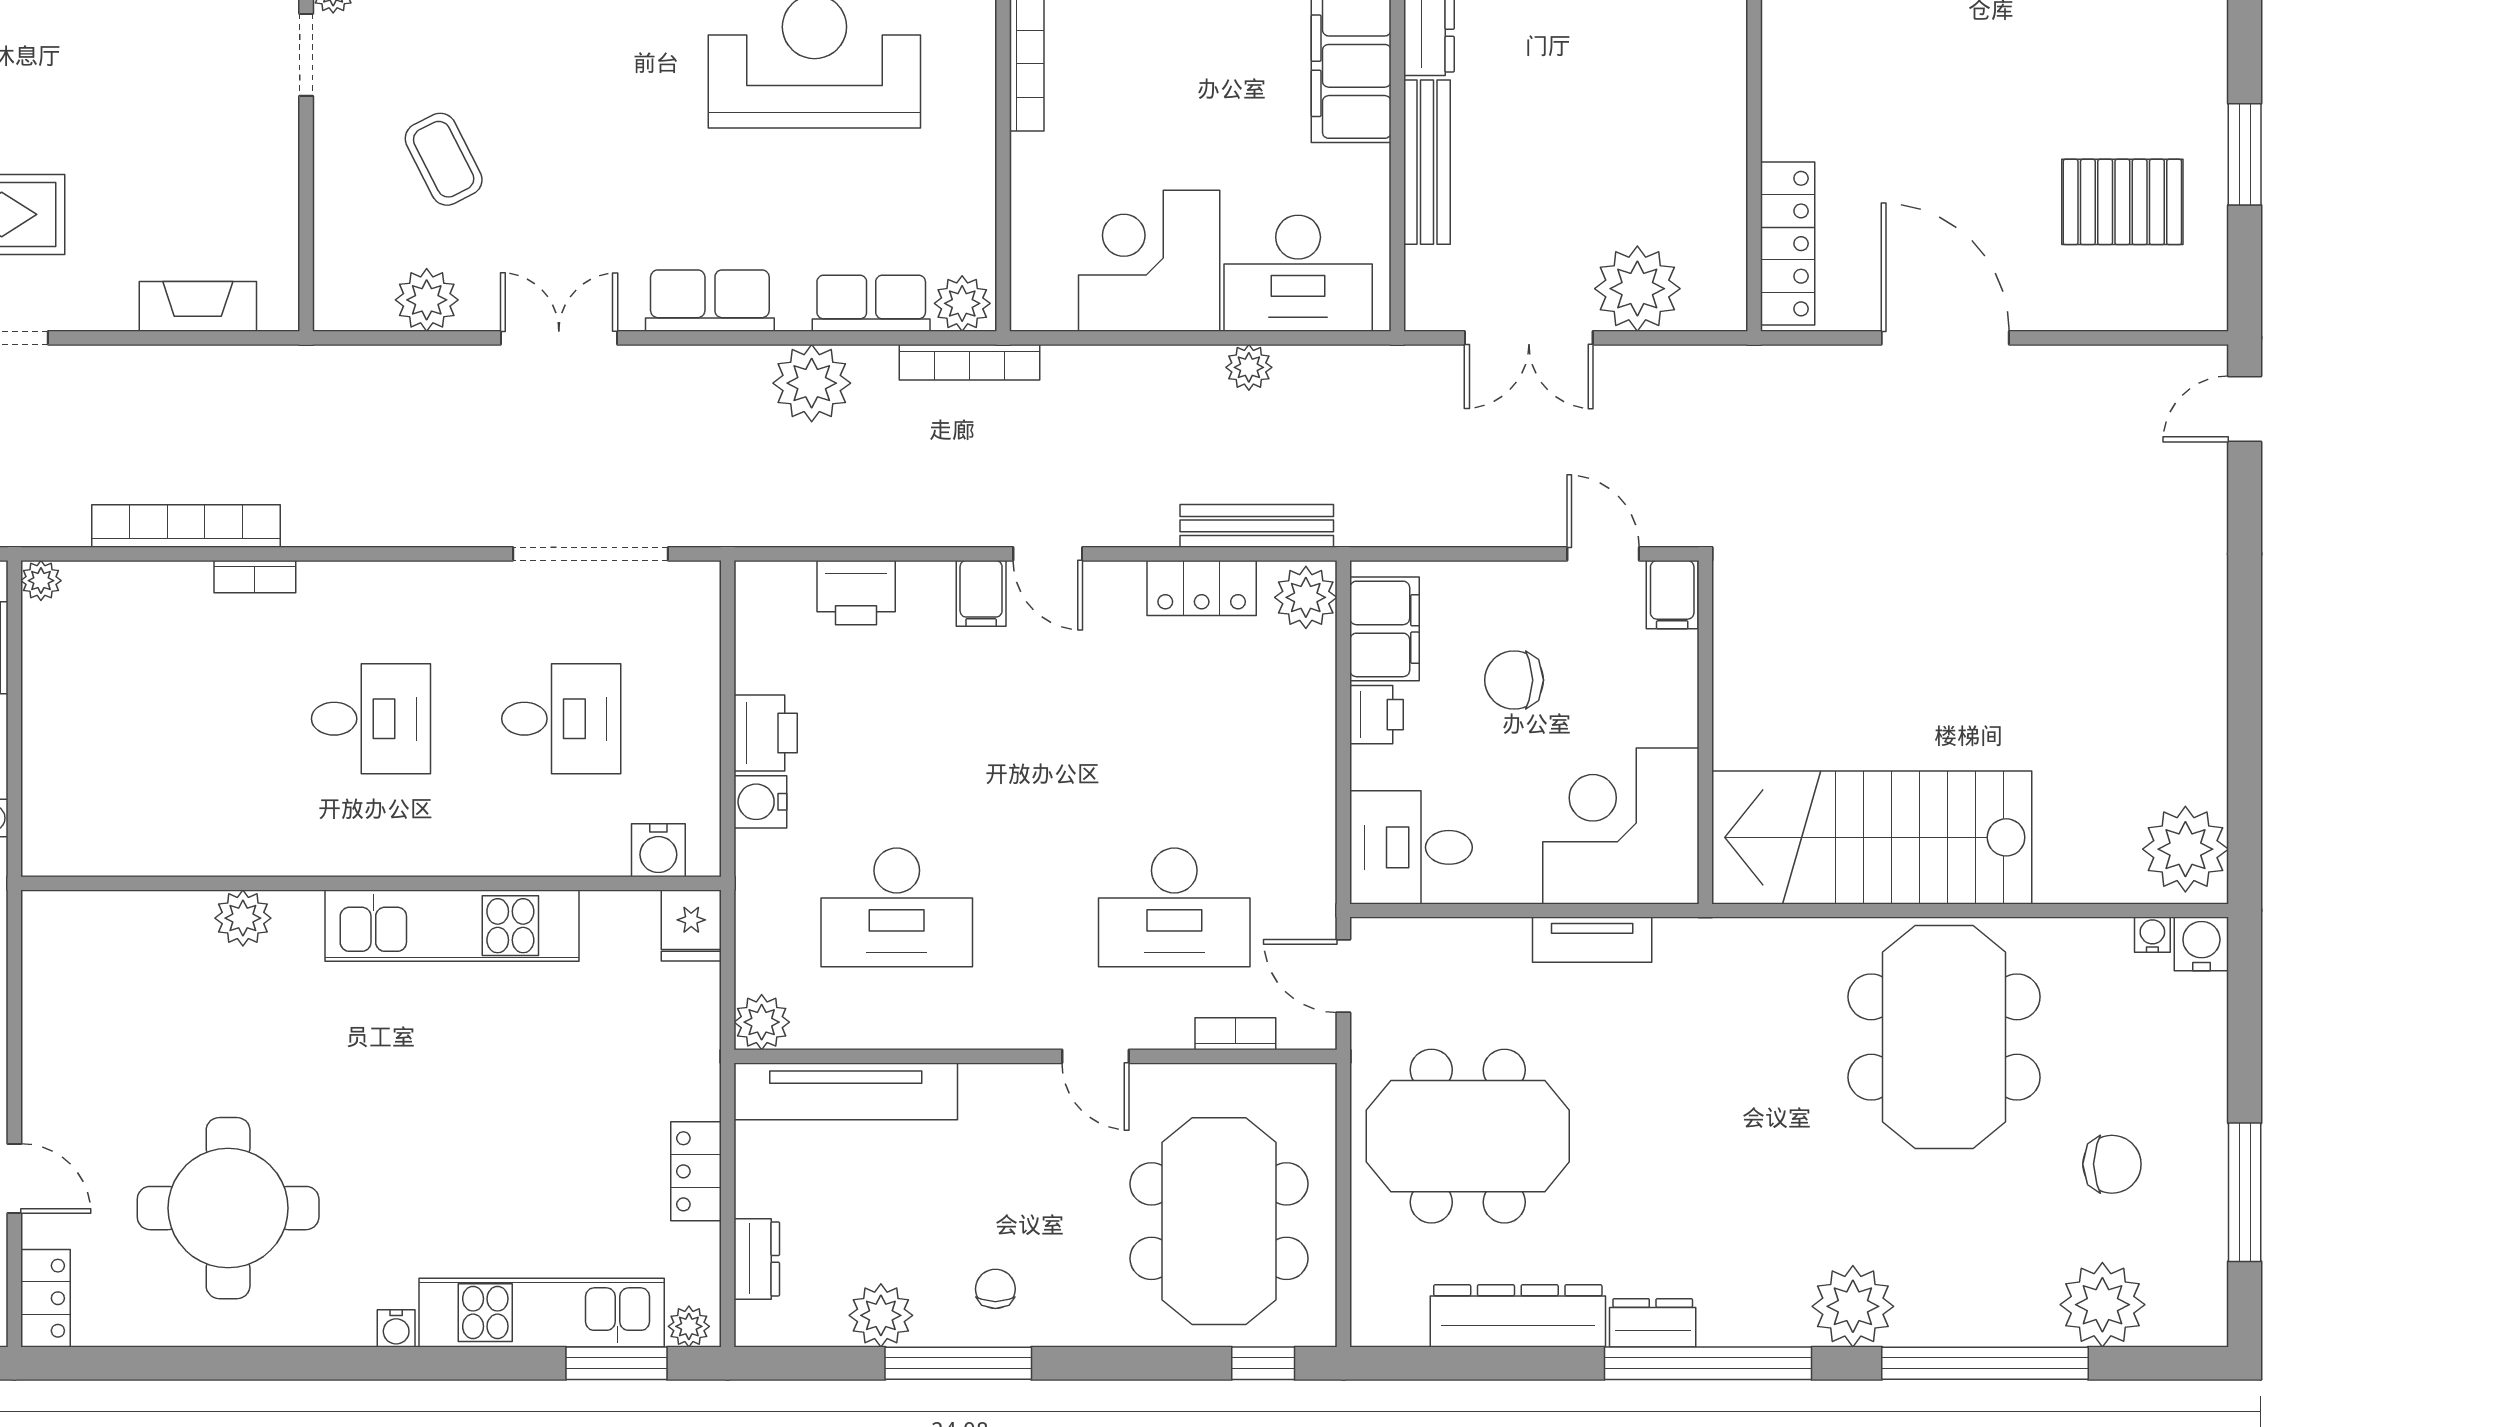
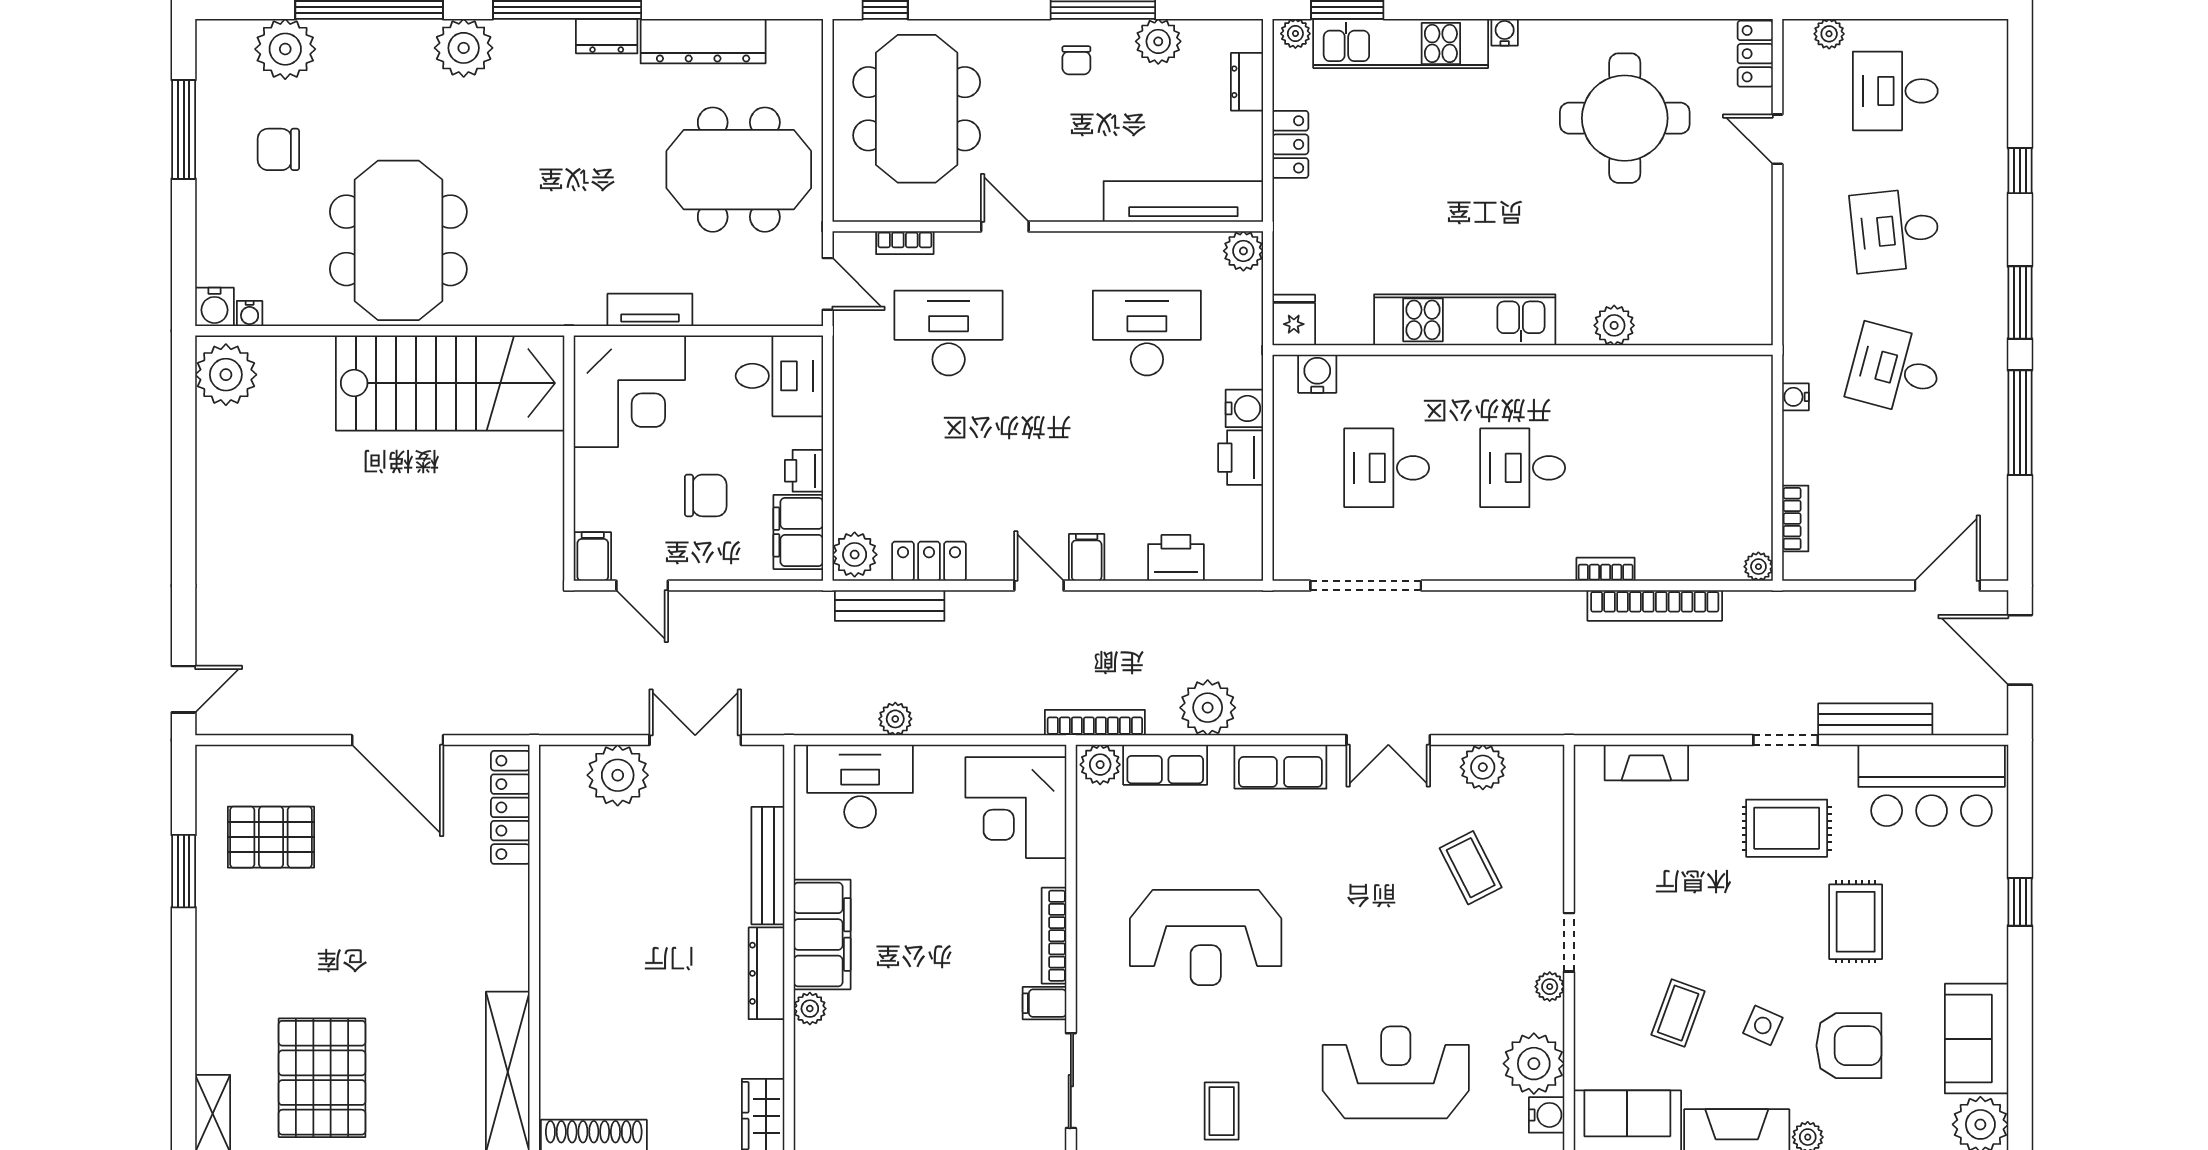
corner desk: (1149, 261) -> (1016, 808), moved, turned 90

